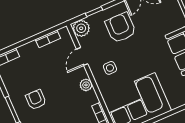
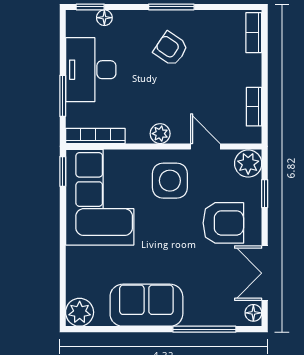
side table: (110, 68) -> (170, 181), width x1.87, depth x1.87
armchair: (36, 100) -> (171, 49), turned -146

